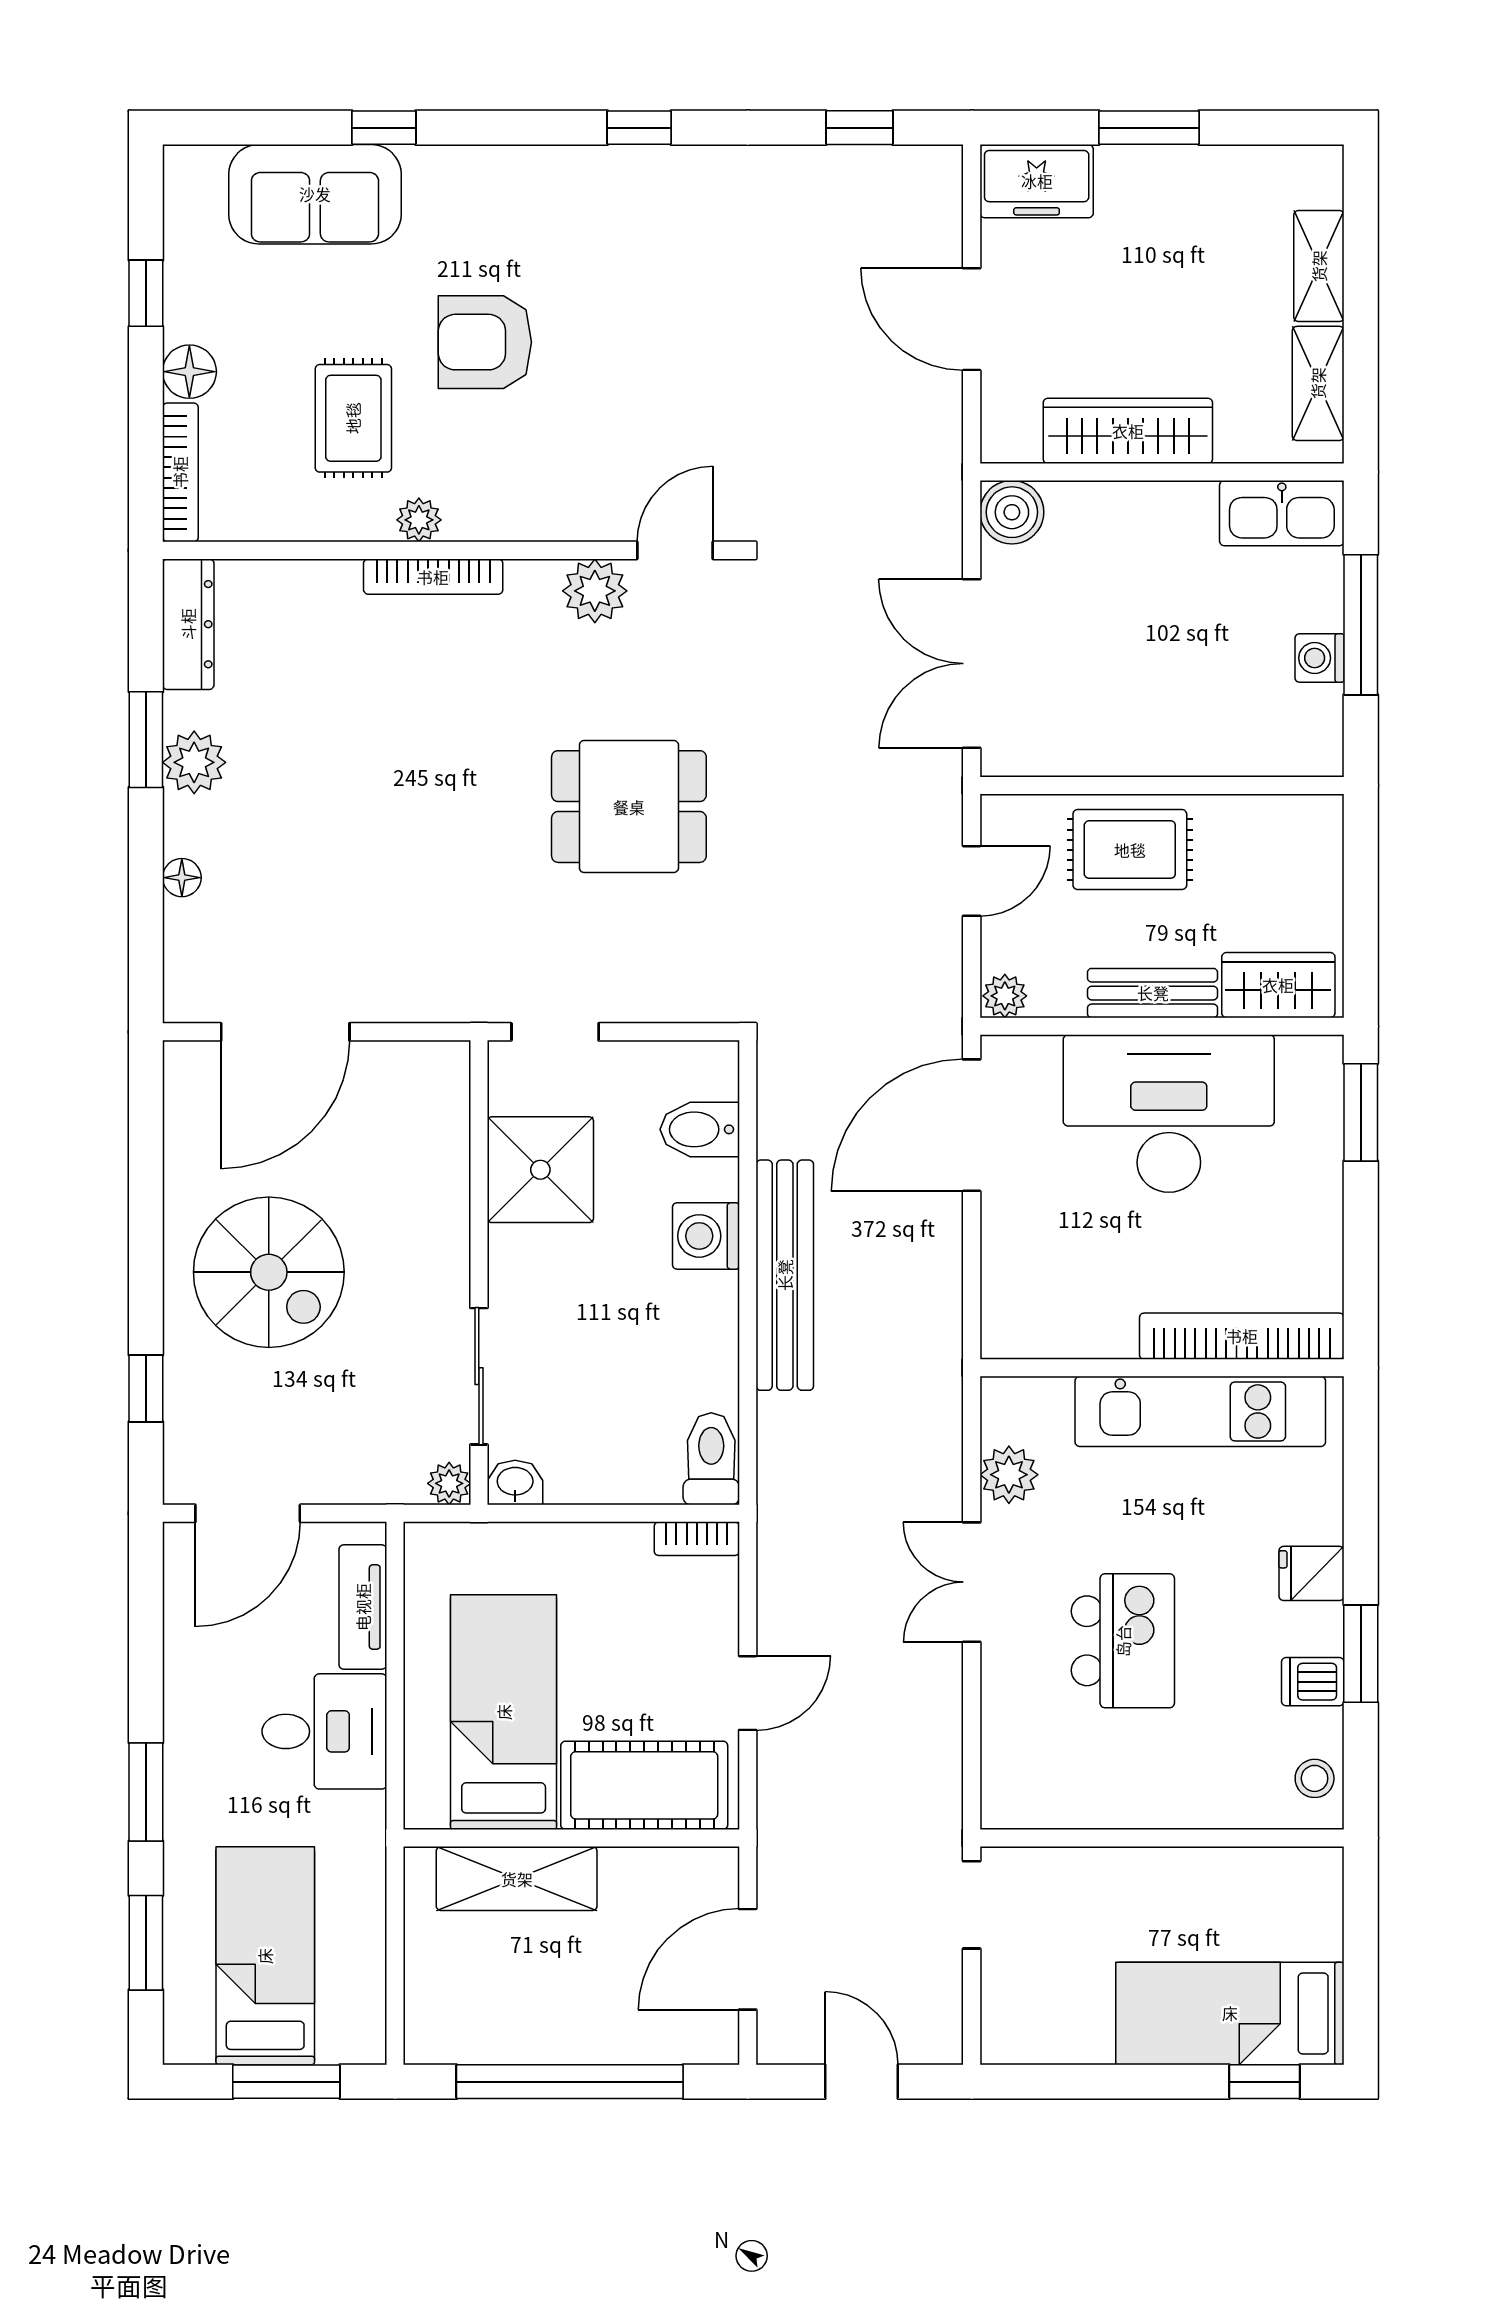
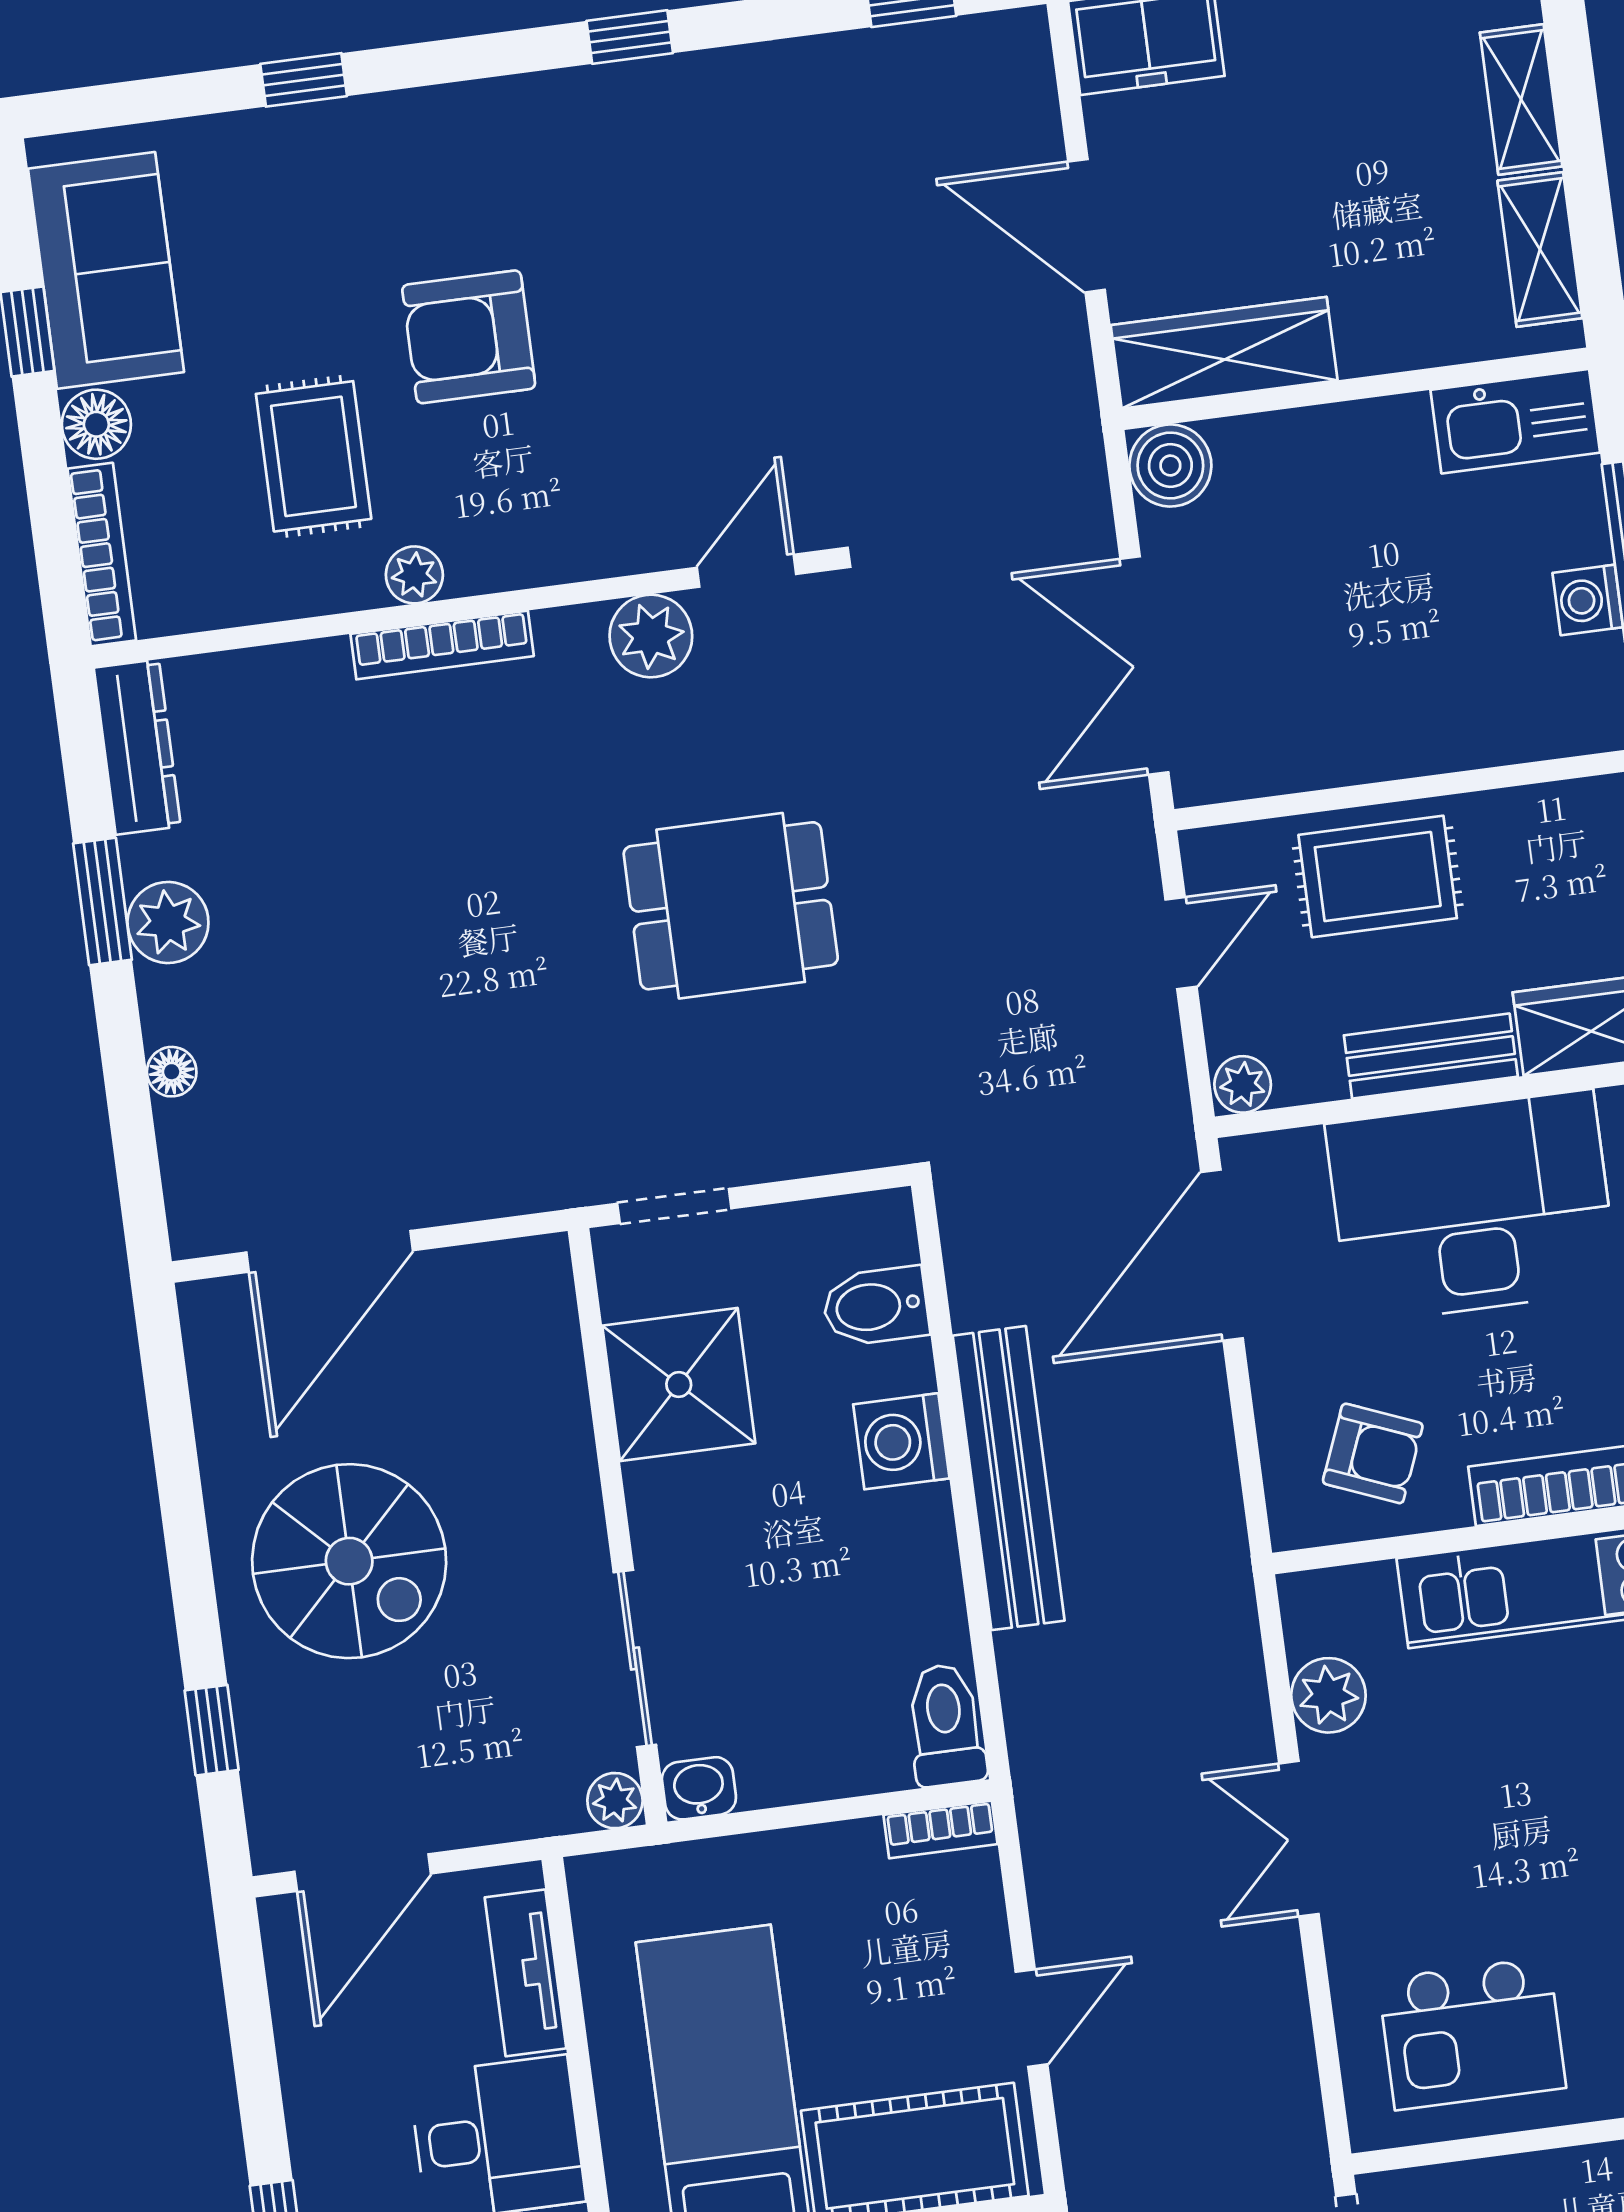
sofa: (315, 194) -> (106, 270), moved, turned -90
wardrobe: (1128, 431) -> (1224, 353), moved
armchair: (1068, 1293) -> (1373, 1453), added
kitchen island: (1123, 1641) -> (1472, 2034), moved, turned 90

